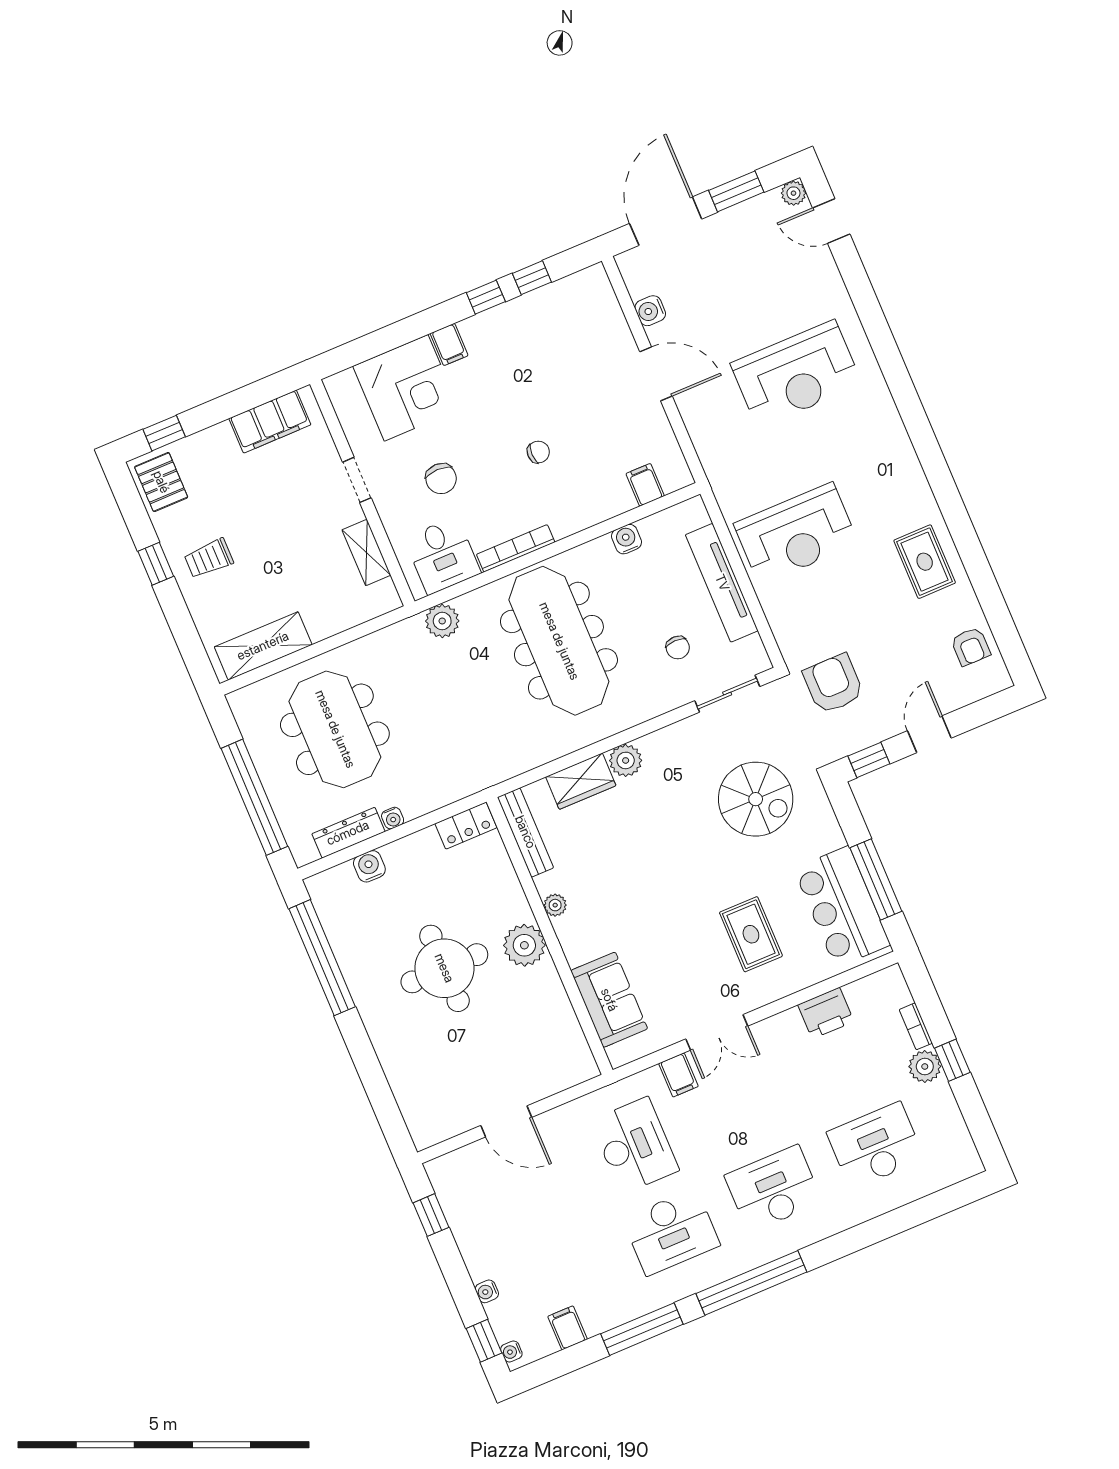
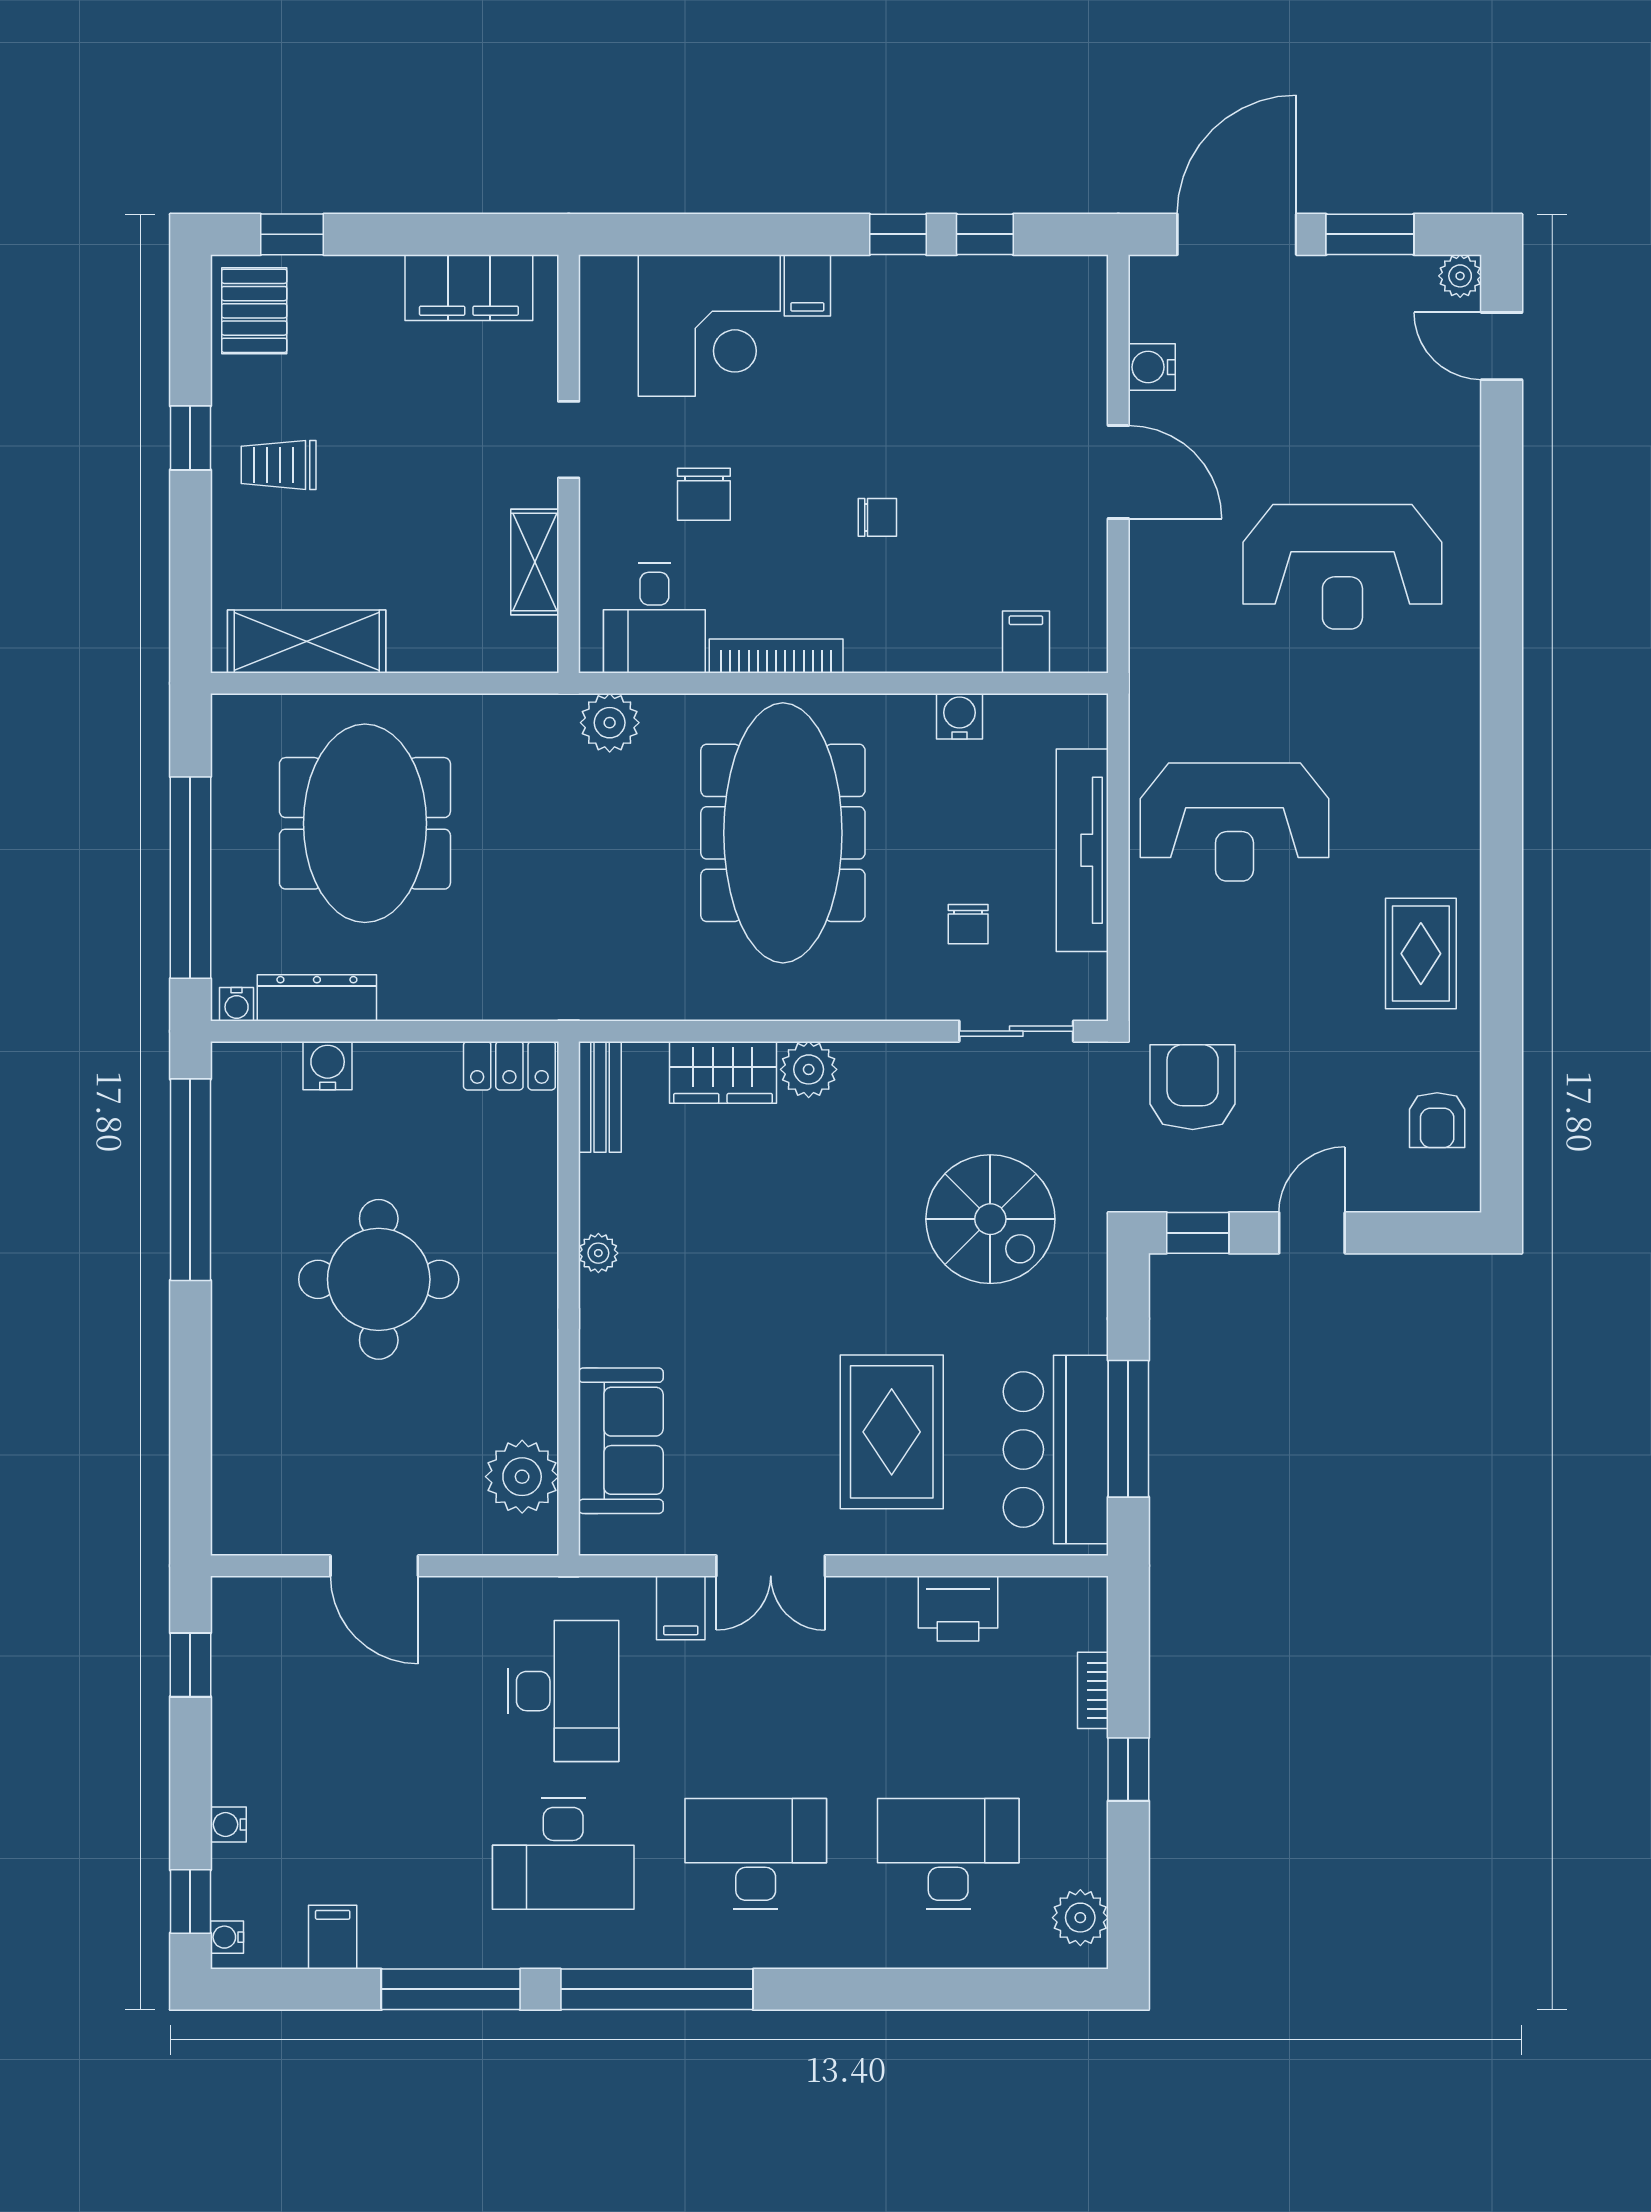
water cooler: (393, 818) -> (237, 1004), moved
bench: (525, 832) -> (600, 1097), width x0.73
rug: (751, 934) -> (892, 1432), width x1.36, depth x1.43
plant: (524, 945) -> (522, 1477), moved
plant: (925, 1066) -> (1080, 1918), moved

